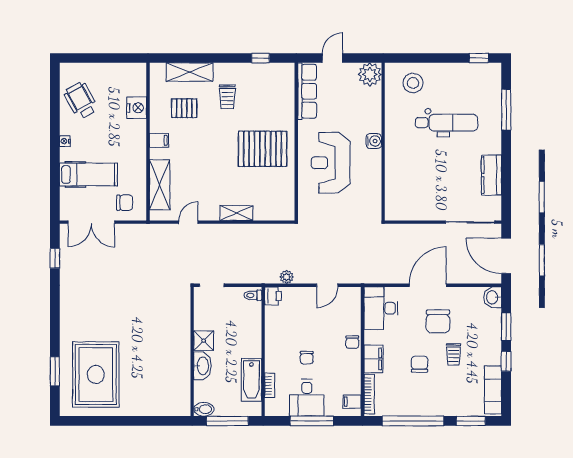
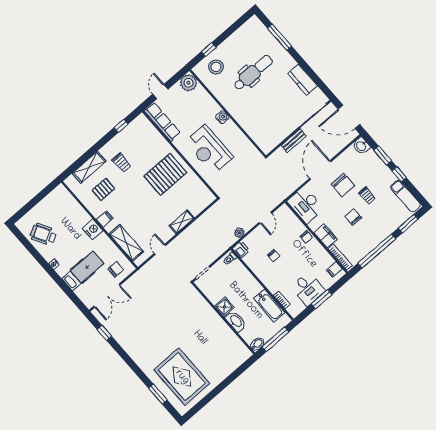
window: (479, 58) -> (209, 49), moved
nightstand: (137, 108) -> (93, 229), moved
bench: (427, 230) -> (294, 141), added
chair: (307, 358) -> (274, 255), moved
window: (312, 421) -> (322, 299), width x0.69

